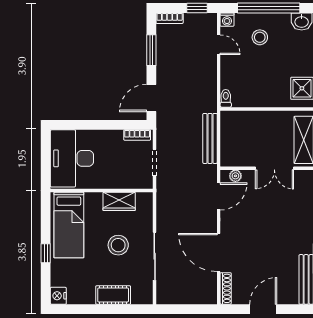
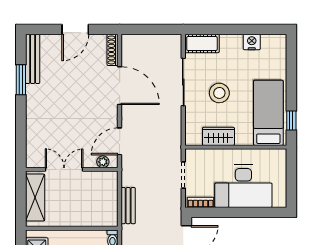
bench: (210, 138) -> (128, 206), width x0.73
desk: (72, 158) -> (243, 186), moved, turned 90
window: (46, 253) -> (291, 121), moved
cot: (113, 295) -> (202, 43), moved
nightstand: (58, 296) -> (252, 42), moved, turned -90

